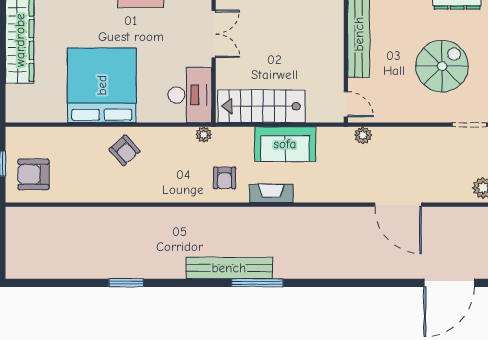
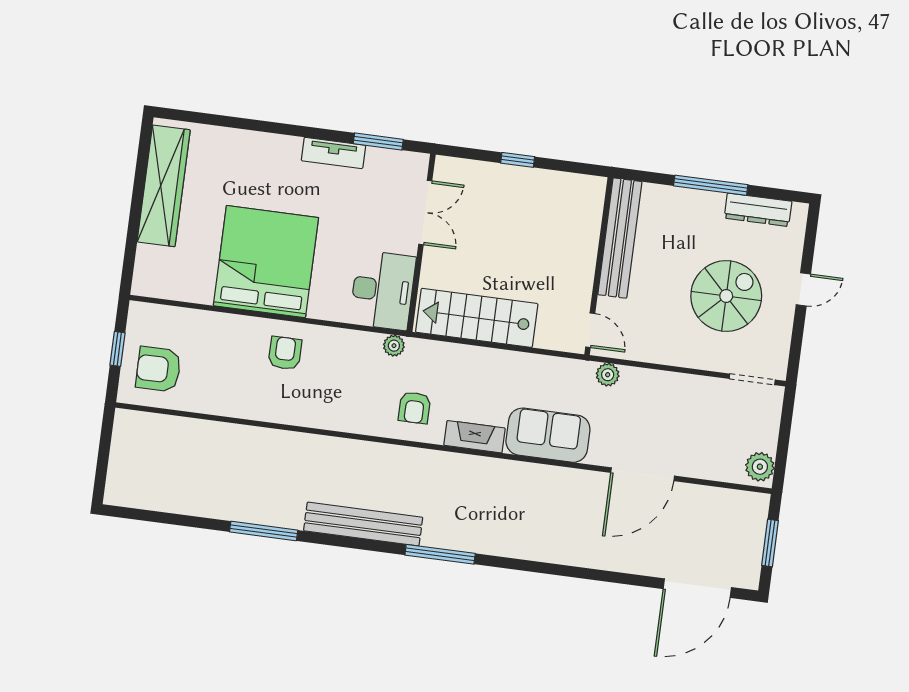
sofa: (285, 144) -> (548, 435), moved, turned 180
armchair: (125, 150) -> (285, 353), turned -138
door: (398, 205) -> (643, 474), hinge flipped
bench: (229, 268) -> (363, 524), moved
window: (126, 283) -> (264, 531), width x1.44

